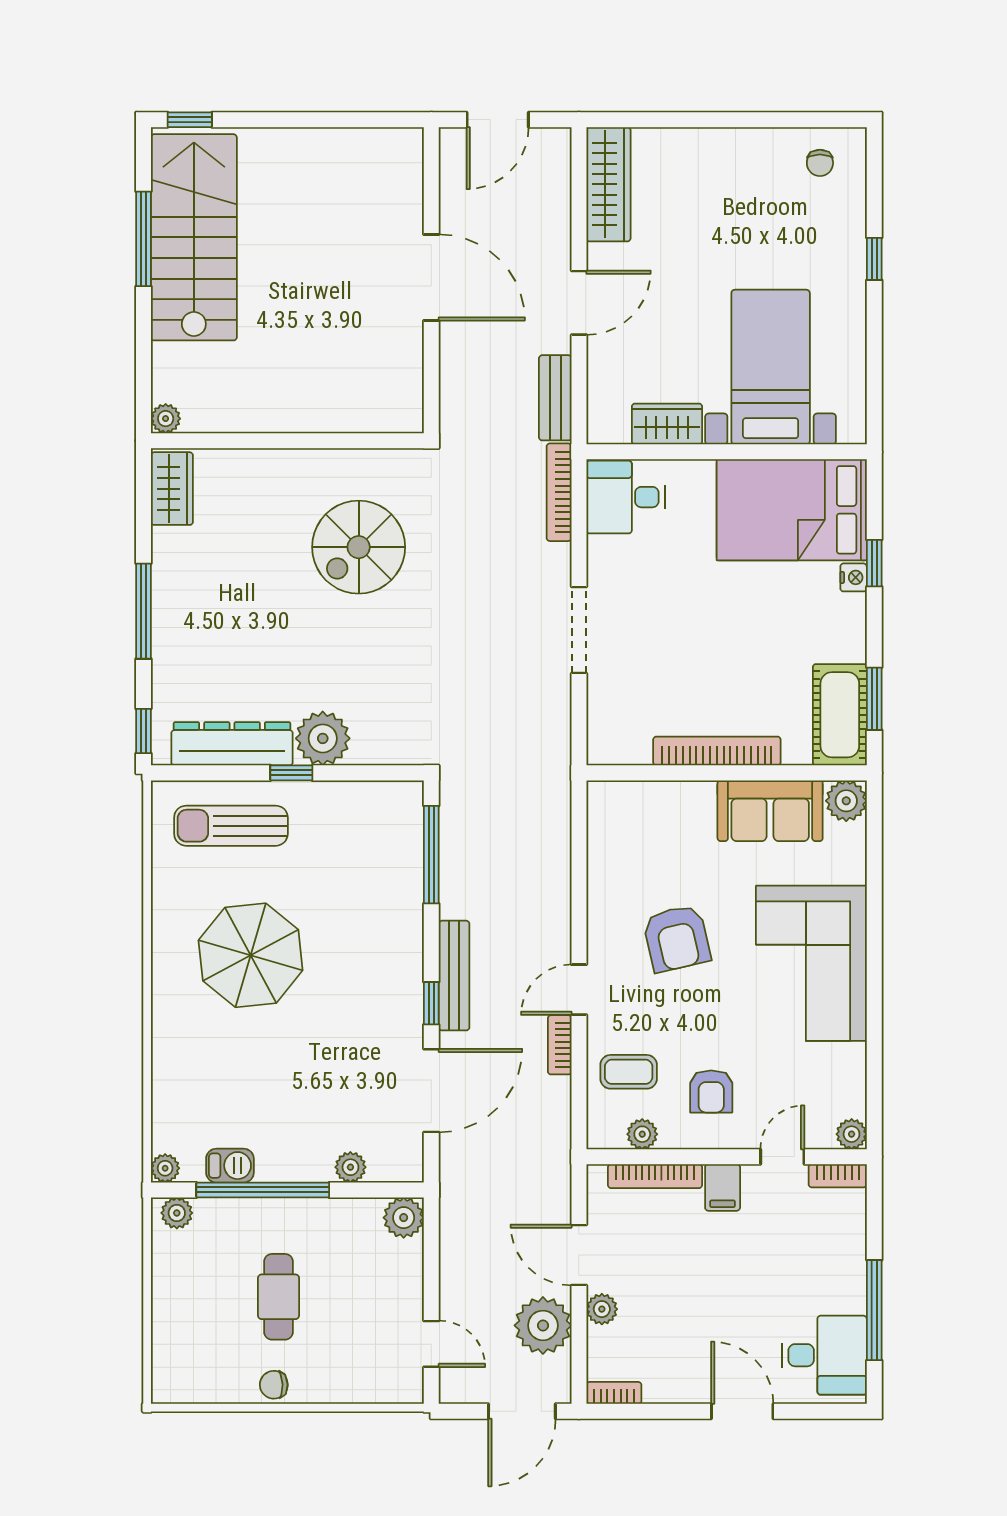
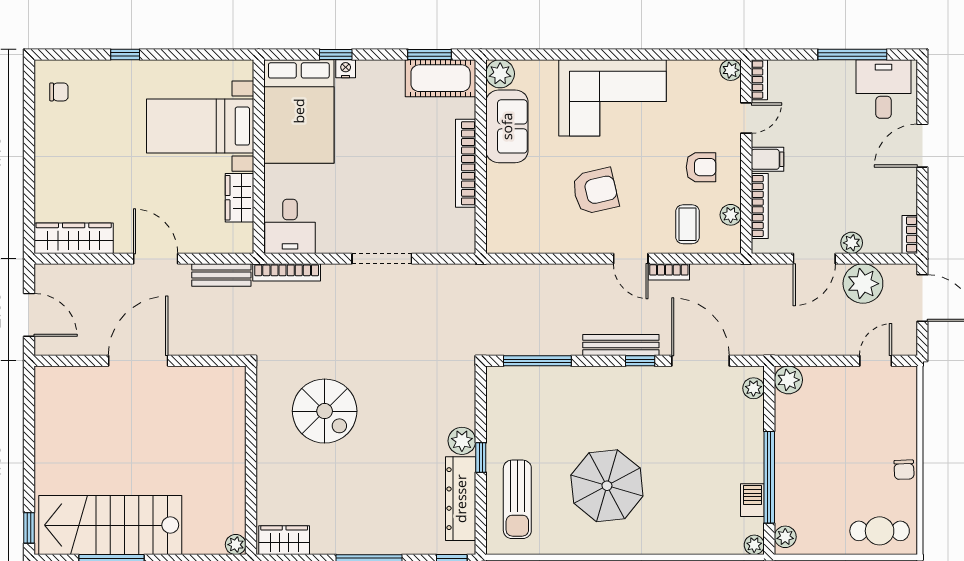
plant: (323, 738) -> (462, 441), width x0.73, depth x0.73
door: (782, 1157) -> (746, 118), swing flipped
plant: (350, 1167) -> (753, 388), moved
cafe table: (279, 1297) -> (880, 531), moved

